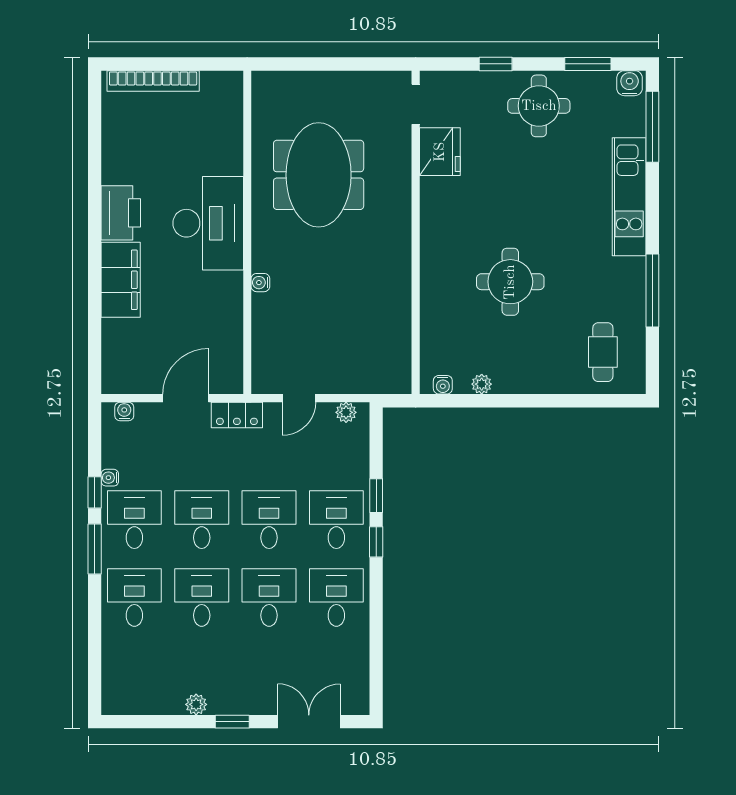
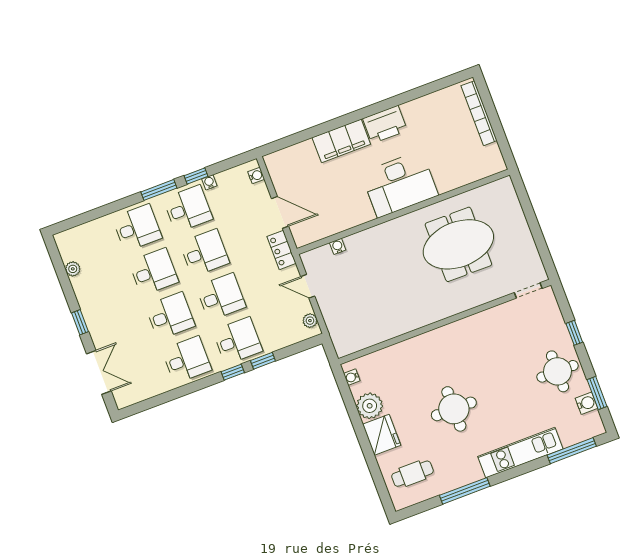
water cooler: (630, 83) -> (586, 403), moved
fridge: (440, 152) -> (382, 435), moved, turned -90
round table: (510, 282) -> (454, 409), moved
water cooler: (260, 283) -> (338, 246), moved
plant: (482, 384) -> (370, 406), width x1.88, depth x1.88
plant: (196, 704) -> (73, 269), moved

